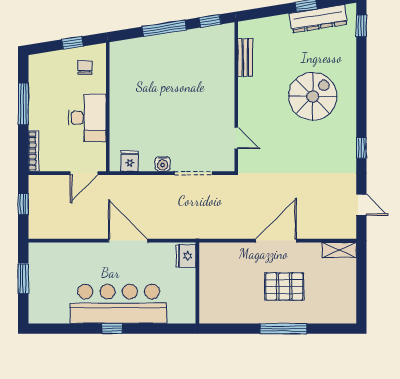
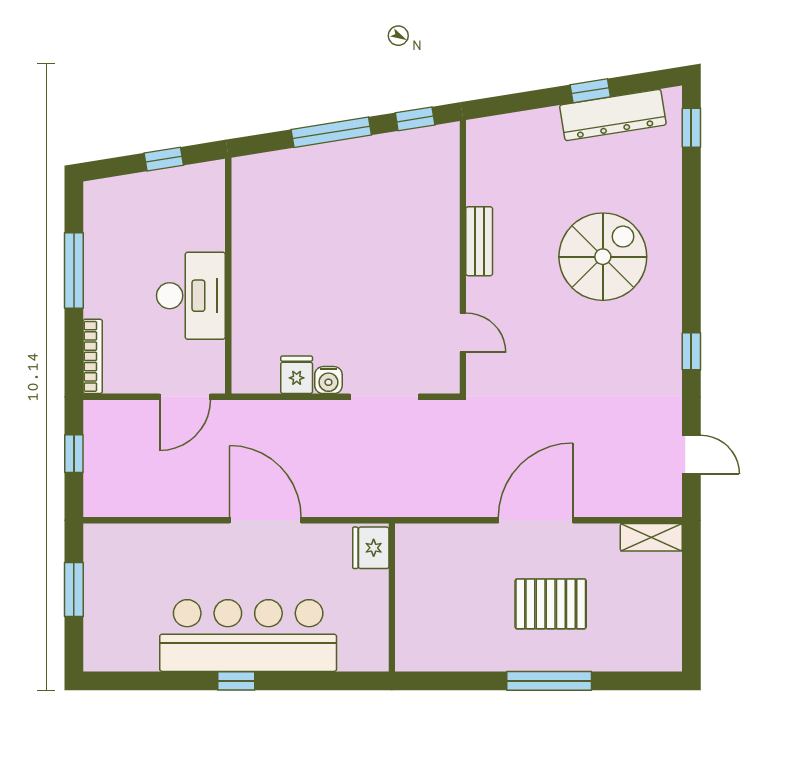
bench: (245, 57) -> (479, 241), moved
chair: (85, 67) -> (186, 203), removed
fridge: (130, 161) -> (297, 375), moved

